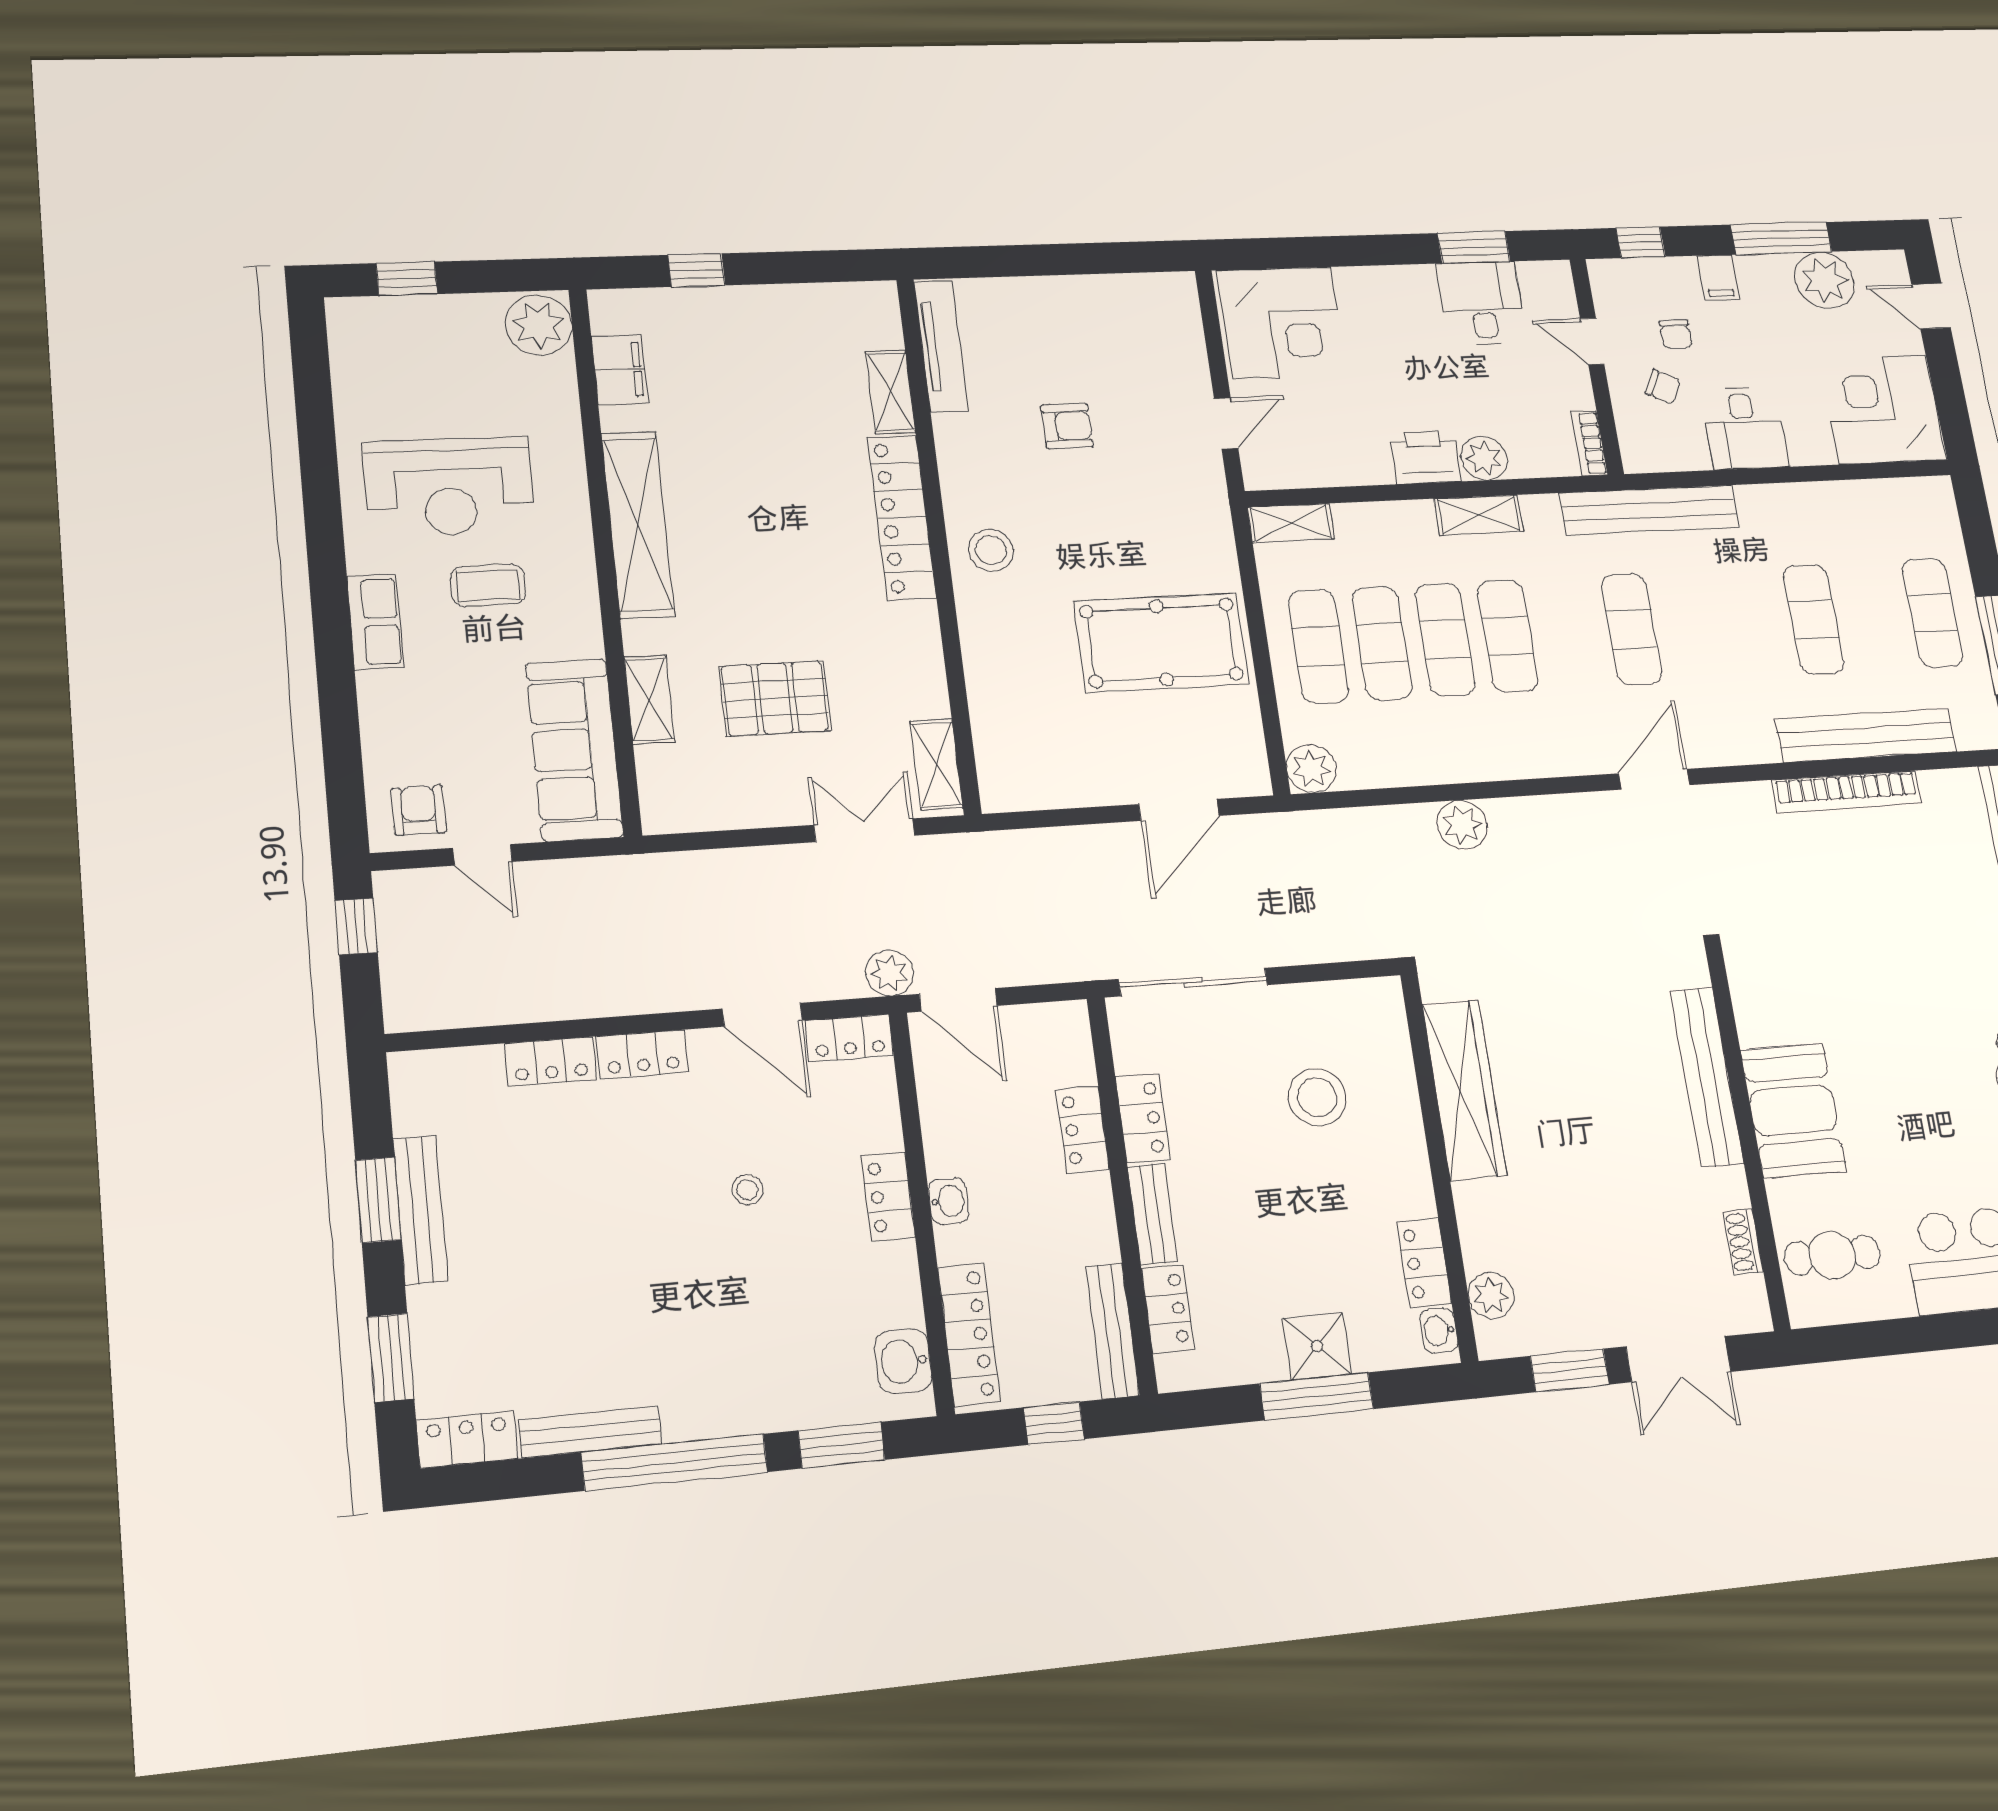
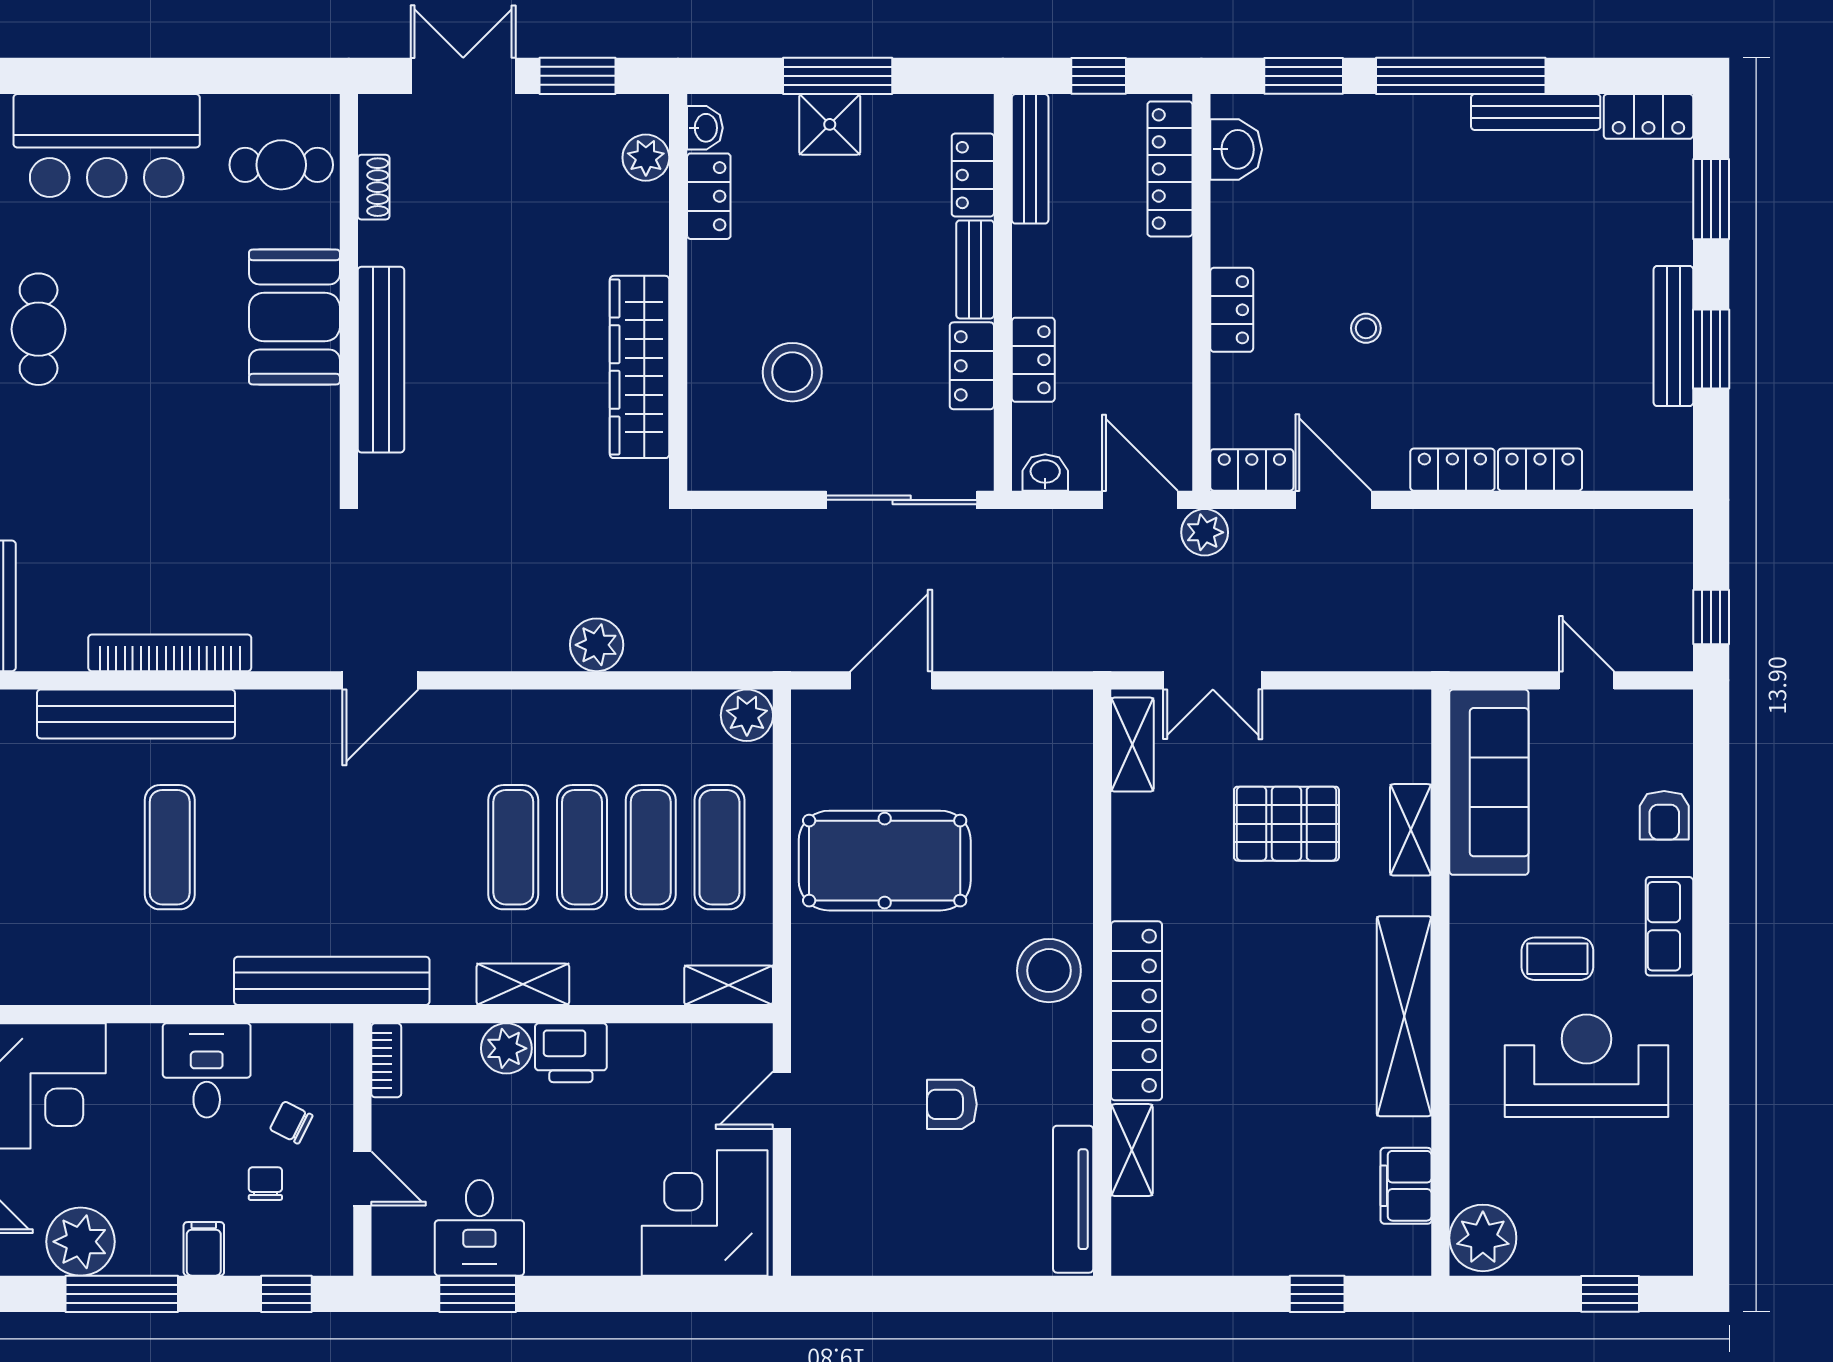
stool: (991, 550) -> (1049, 971), width x1.38, depth x1.38
exercise mat: (1932, 613) -> (32, 847), removed
exercise mat: (1632, 629) -> (376, 847), removed
armchair: (419, 810) -> (1664, 815), moved
washbasin: (948, 1201) -> (1045, 473), moved, turned 90

